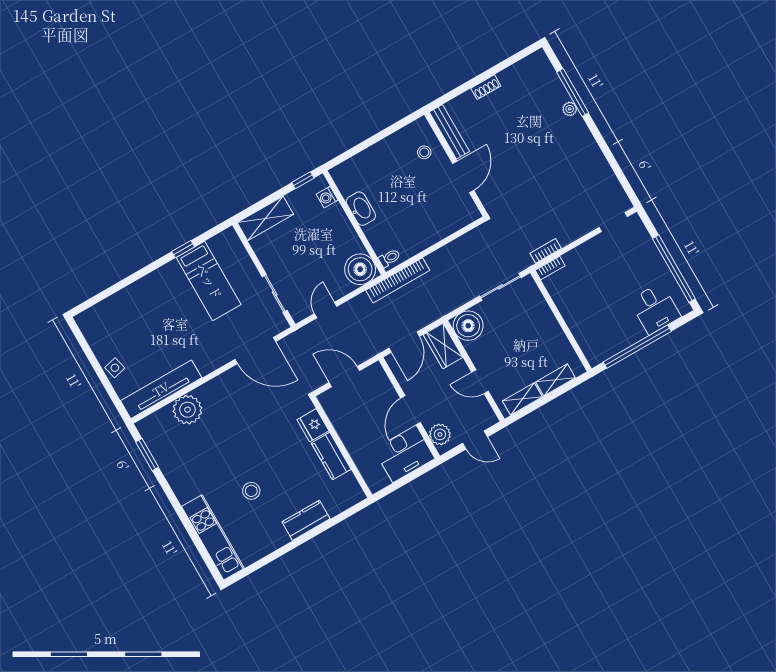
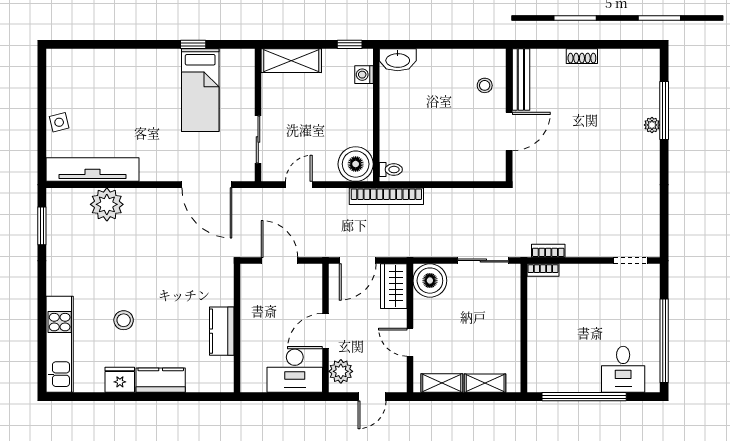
washbasin: (361, 209) -> (398, 60), moved, turned 90
fridge: (313, 425) -> (120, 380), moved, turned 90
door: (475, 440) -> (372, 397), hinge flipped

